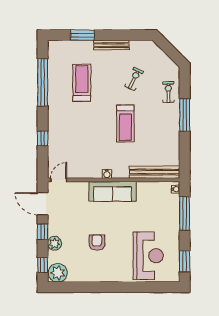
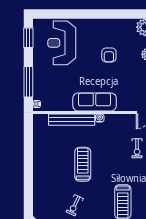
exercise bike: (168, 92) -> (137, 148), moved
window: (185, 115) -> (28, 172), removed
bench: (154, 172) -> (72, 120), moved

